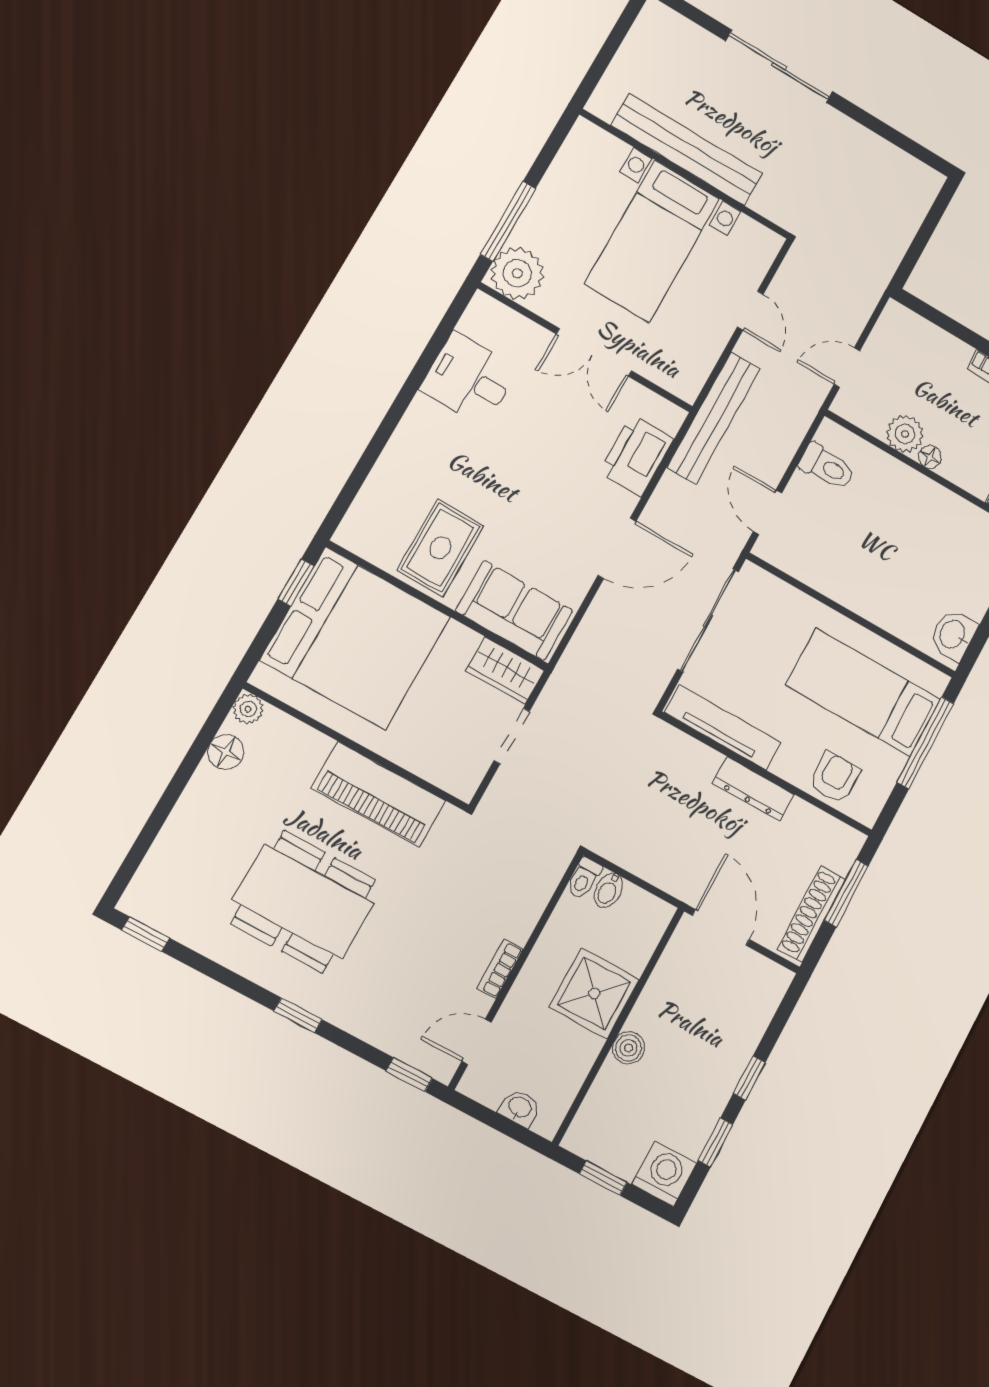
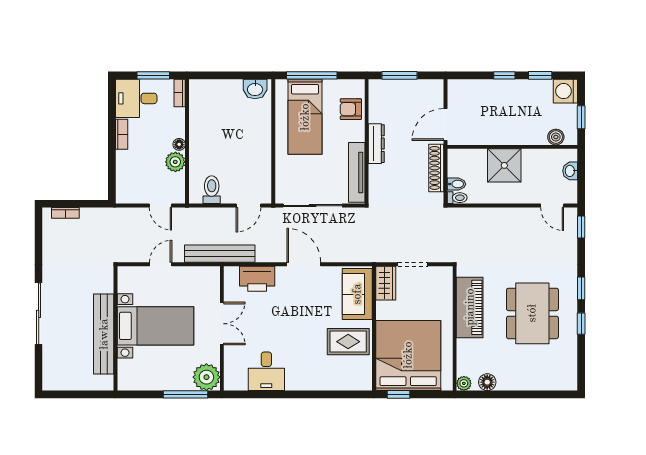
shoe rack: (812, 914) -> (436, 168), moved, turned 90
window: (146, 934) -> (581, 324), moved
bookcase: (500, 969) -> (65, 213), moved
boiler: (629, 1048) -> (556, 137), moved

